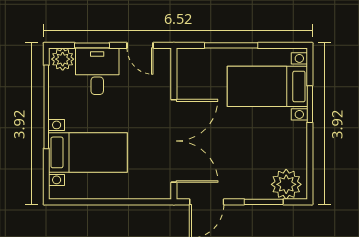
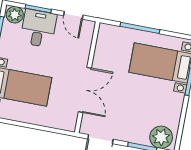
double door: (174, 141) -> (85, 90), width x0.73

